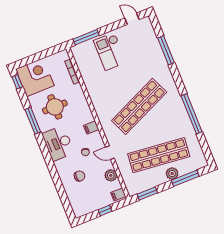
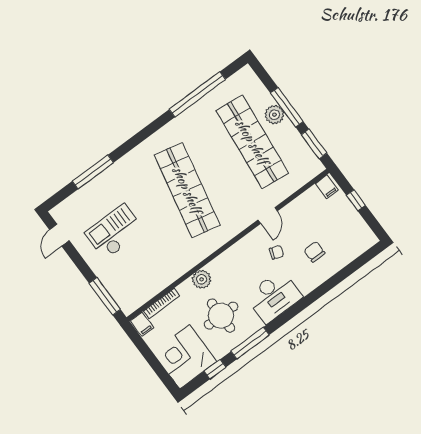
checkout: (110, 51) -> (115, 232), moved, turned 180
window: (17, 82) -> (215, 369), moved
shop shelf: (139, 106) -> (187, 190), turned 36
window: (192, 114) -> (197, 94), moved
filing cabinet: (91, 128) -> (142, 324), moved
plant: (111, 175) -> (202, 279), moved
window: (185, 178) -> (287, 107), moved

